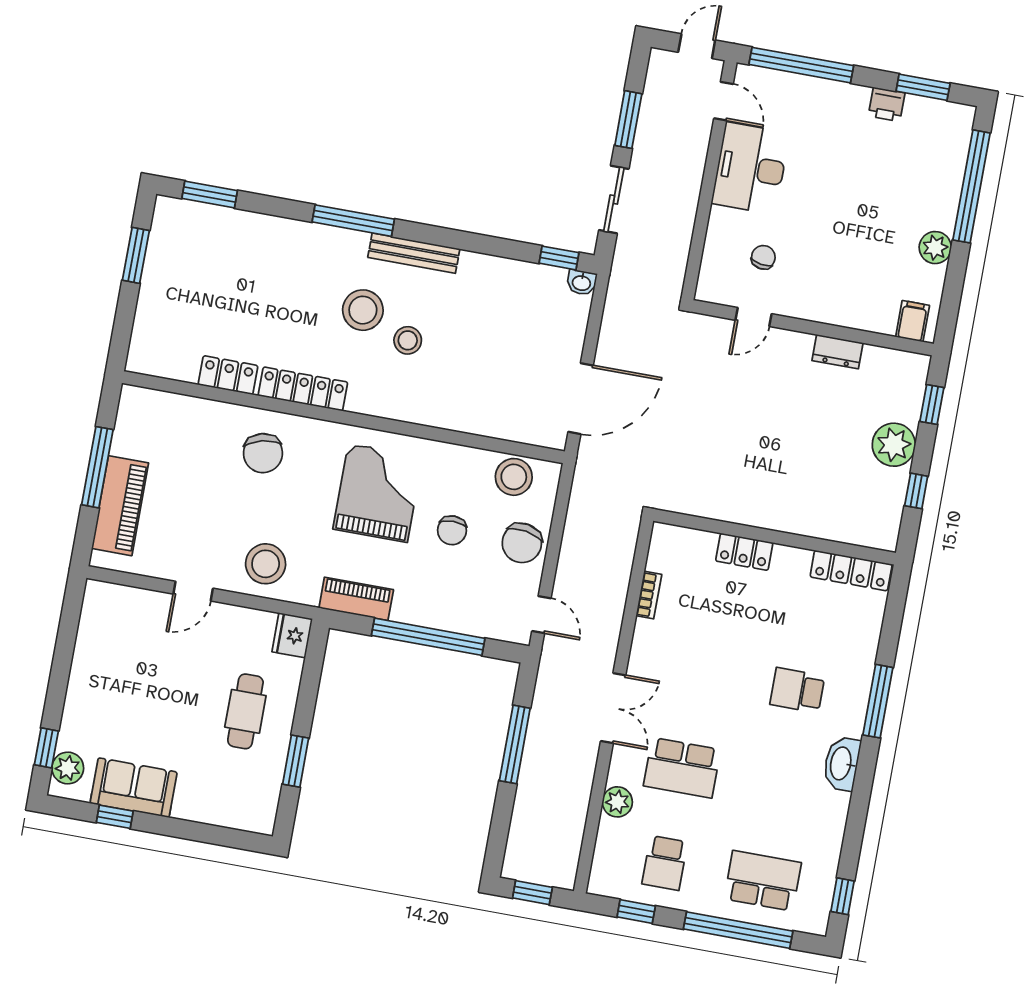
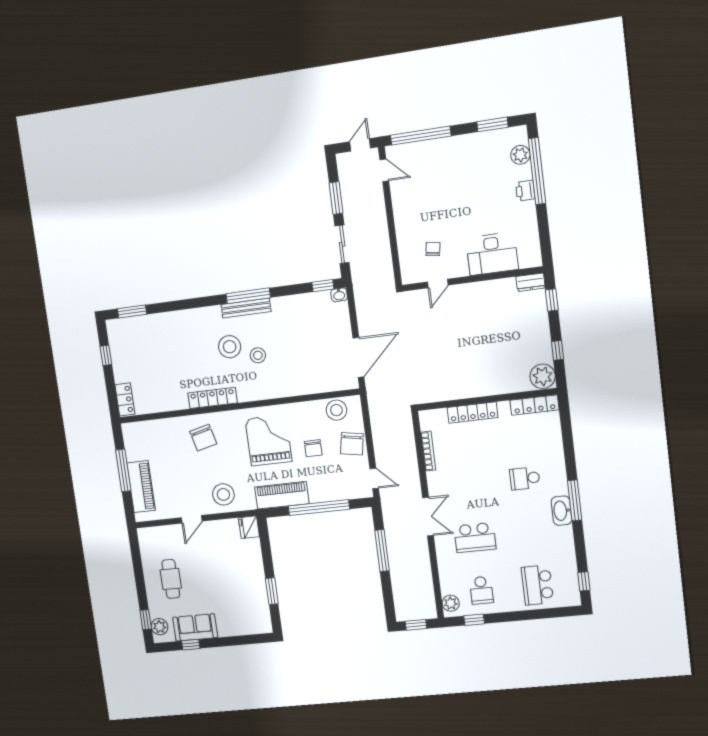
printer: (887, 104) -> (525, 191), moved, turned 90
desk: (750, 168) -> (492, 254), moved, turned -90
window: (353, 221) -> (248, 296), moved
plant: (935, 248) -> (520, 155), moved
window: (136, 255) -> (106, 355), width x0.67
filing cabinet: (913, 321) -> (527, 257), removed
dresser: (837, 352) -> (531, 282), moved
locker: (228, 375) -> (125, 399), moved, turned 90
plant: (894, 445) -> (543, 376), moved
locker: (744, 552) -> (473, 413), width x1.53
bookcase: (649, 595) -> (428, 451), width x1.56
piano: (356, 599) -> (282, 495), width x1.37, depth x1.33
window: (878, 701) -> (575, 500), moved
cafe table: (245, 711) -> (171, 579), moved
plant: (617, 802) -> (451, 603), moved
school desk: (763, 881) -> (537, 585), turned -90
window: (738, 930) -> (532, 615), removed

